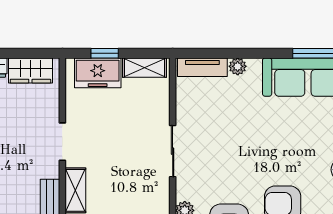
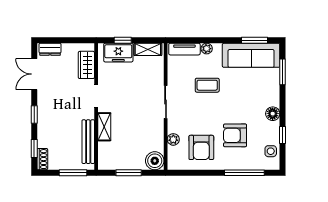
wardrobe: (30, 70) -> (86, 65), moved, turned 90
coffee table: (238, 124) -> (207, 85), added

